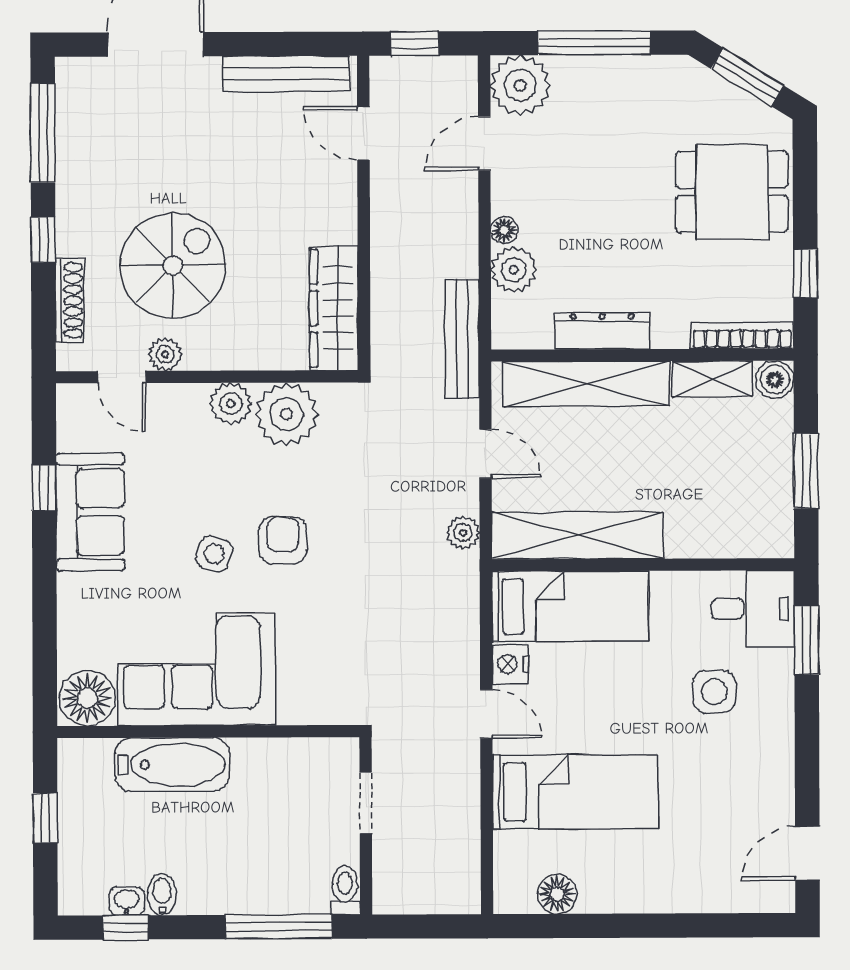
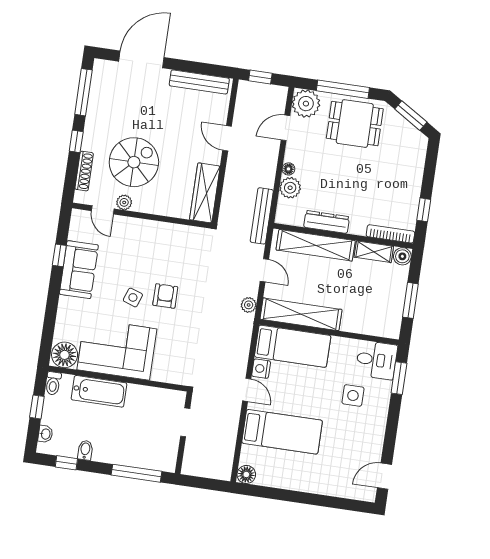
door: (363, 133) -> (227, 138), moved
dining table: (732, 192) -> (355, 124), moved
plant: (231, 404) -> (151, 230), removed
plant: (287, 414) -> (176, 238), removed
toilet: (345, 890) -> (53, 383), moved, turned 180
floor lamp: (557, 894) -> (246, 474), moved
washbasin: (127, 901) -> (45, 434), moved, turned 90

